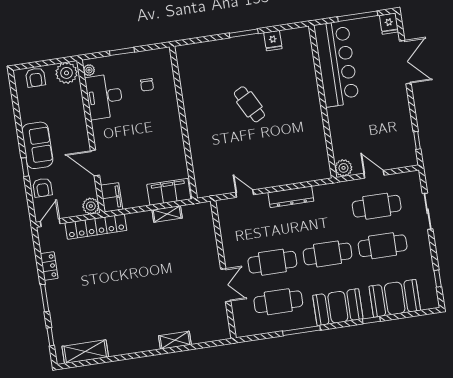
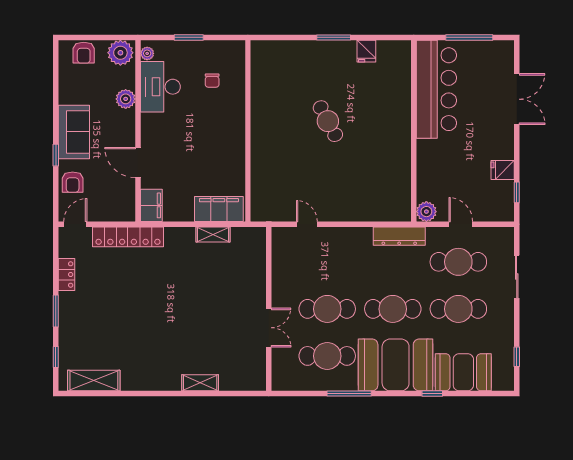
fridge: (389, 24) -> (503, 170), moved, turned 90
dresser: (291, 197) -> (399, 236), moved
plant: (91, 206) -> (126, 99), moved
booth: (338, 307) -> (396, 365), width x1.36, depth x1.42

